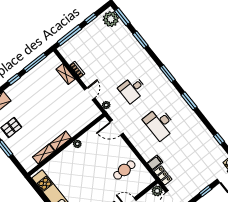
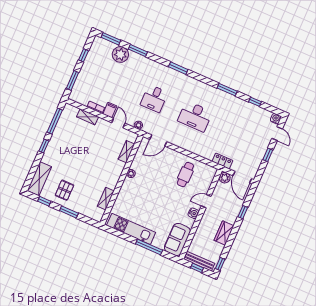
plant: (111, 19) -> (120, 54), moved
window: (69, 35) -> (73, 80), width x0.69
window: (189, 101) -> (227, 90), moved
shelving: (60, 141) -> (126, 152), moved
filing cabinet: (155, 163) -> (110, 110), moved

